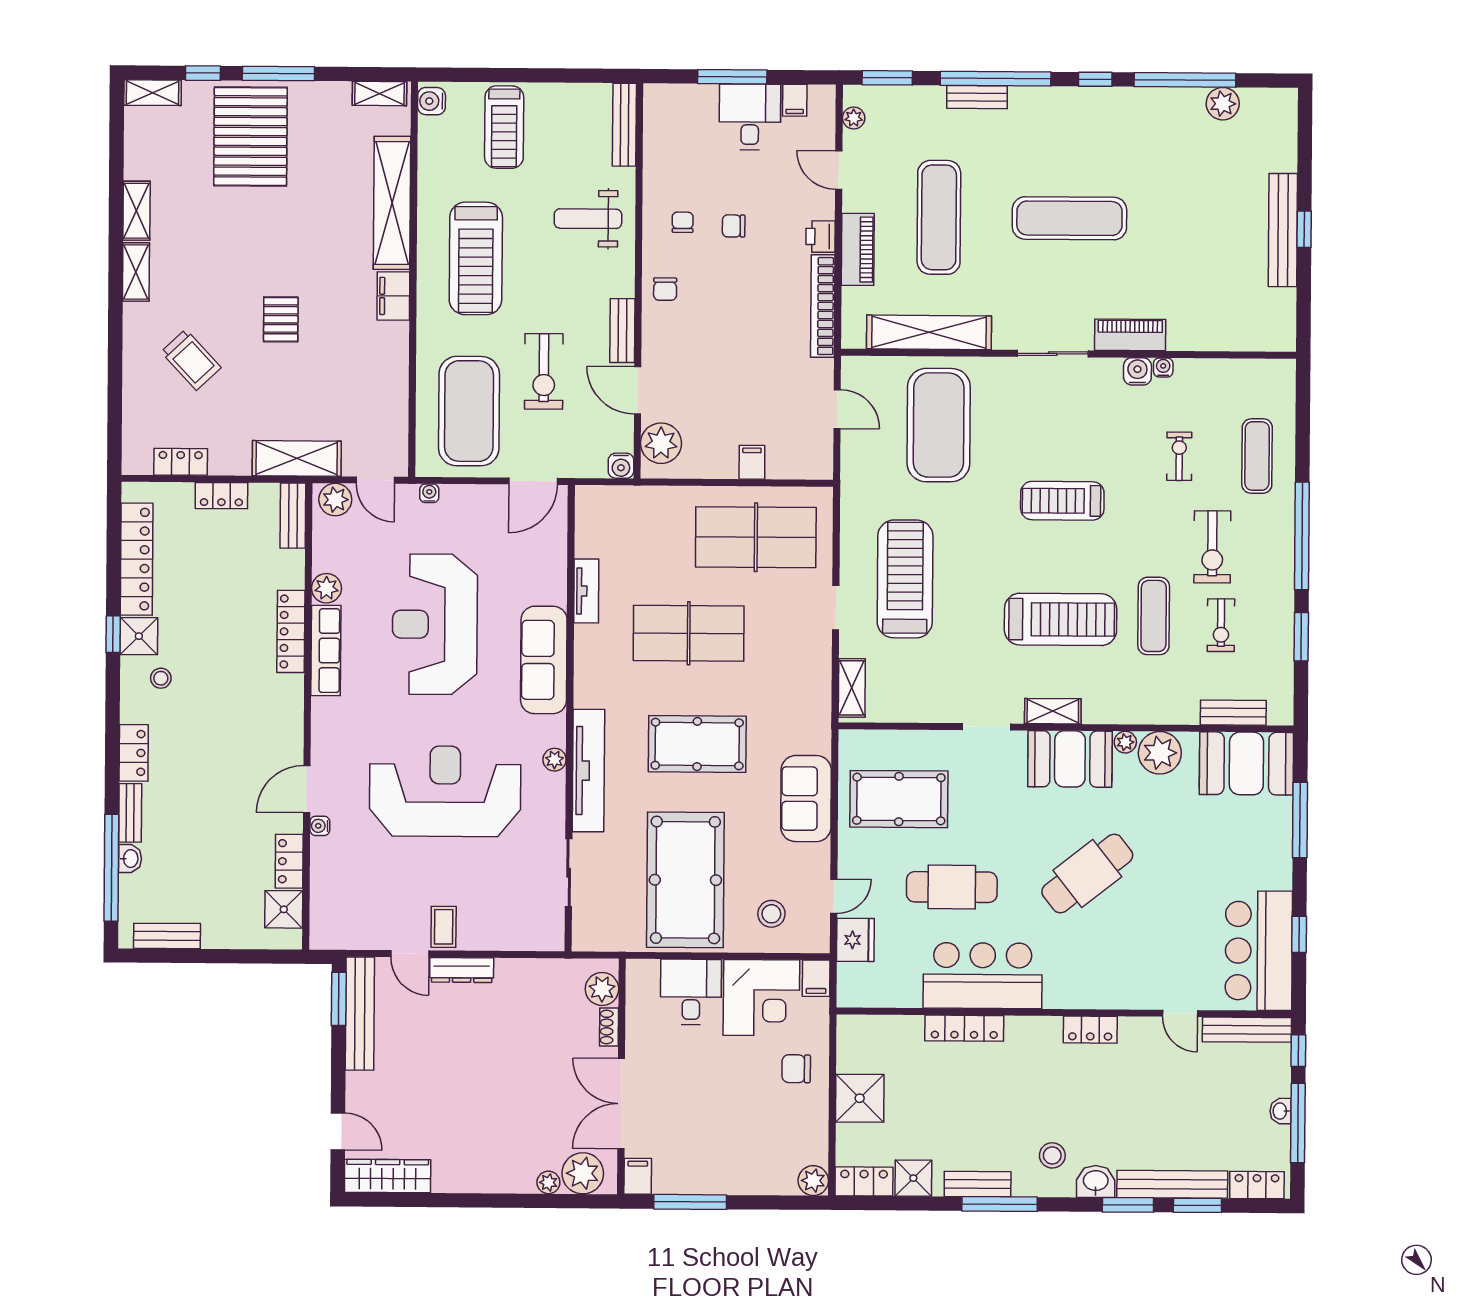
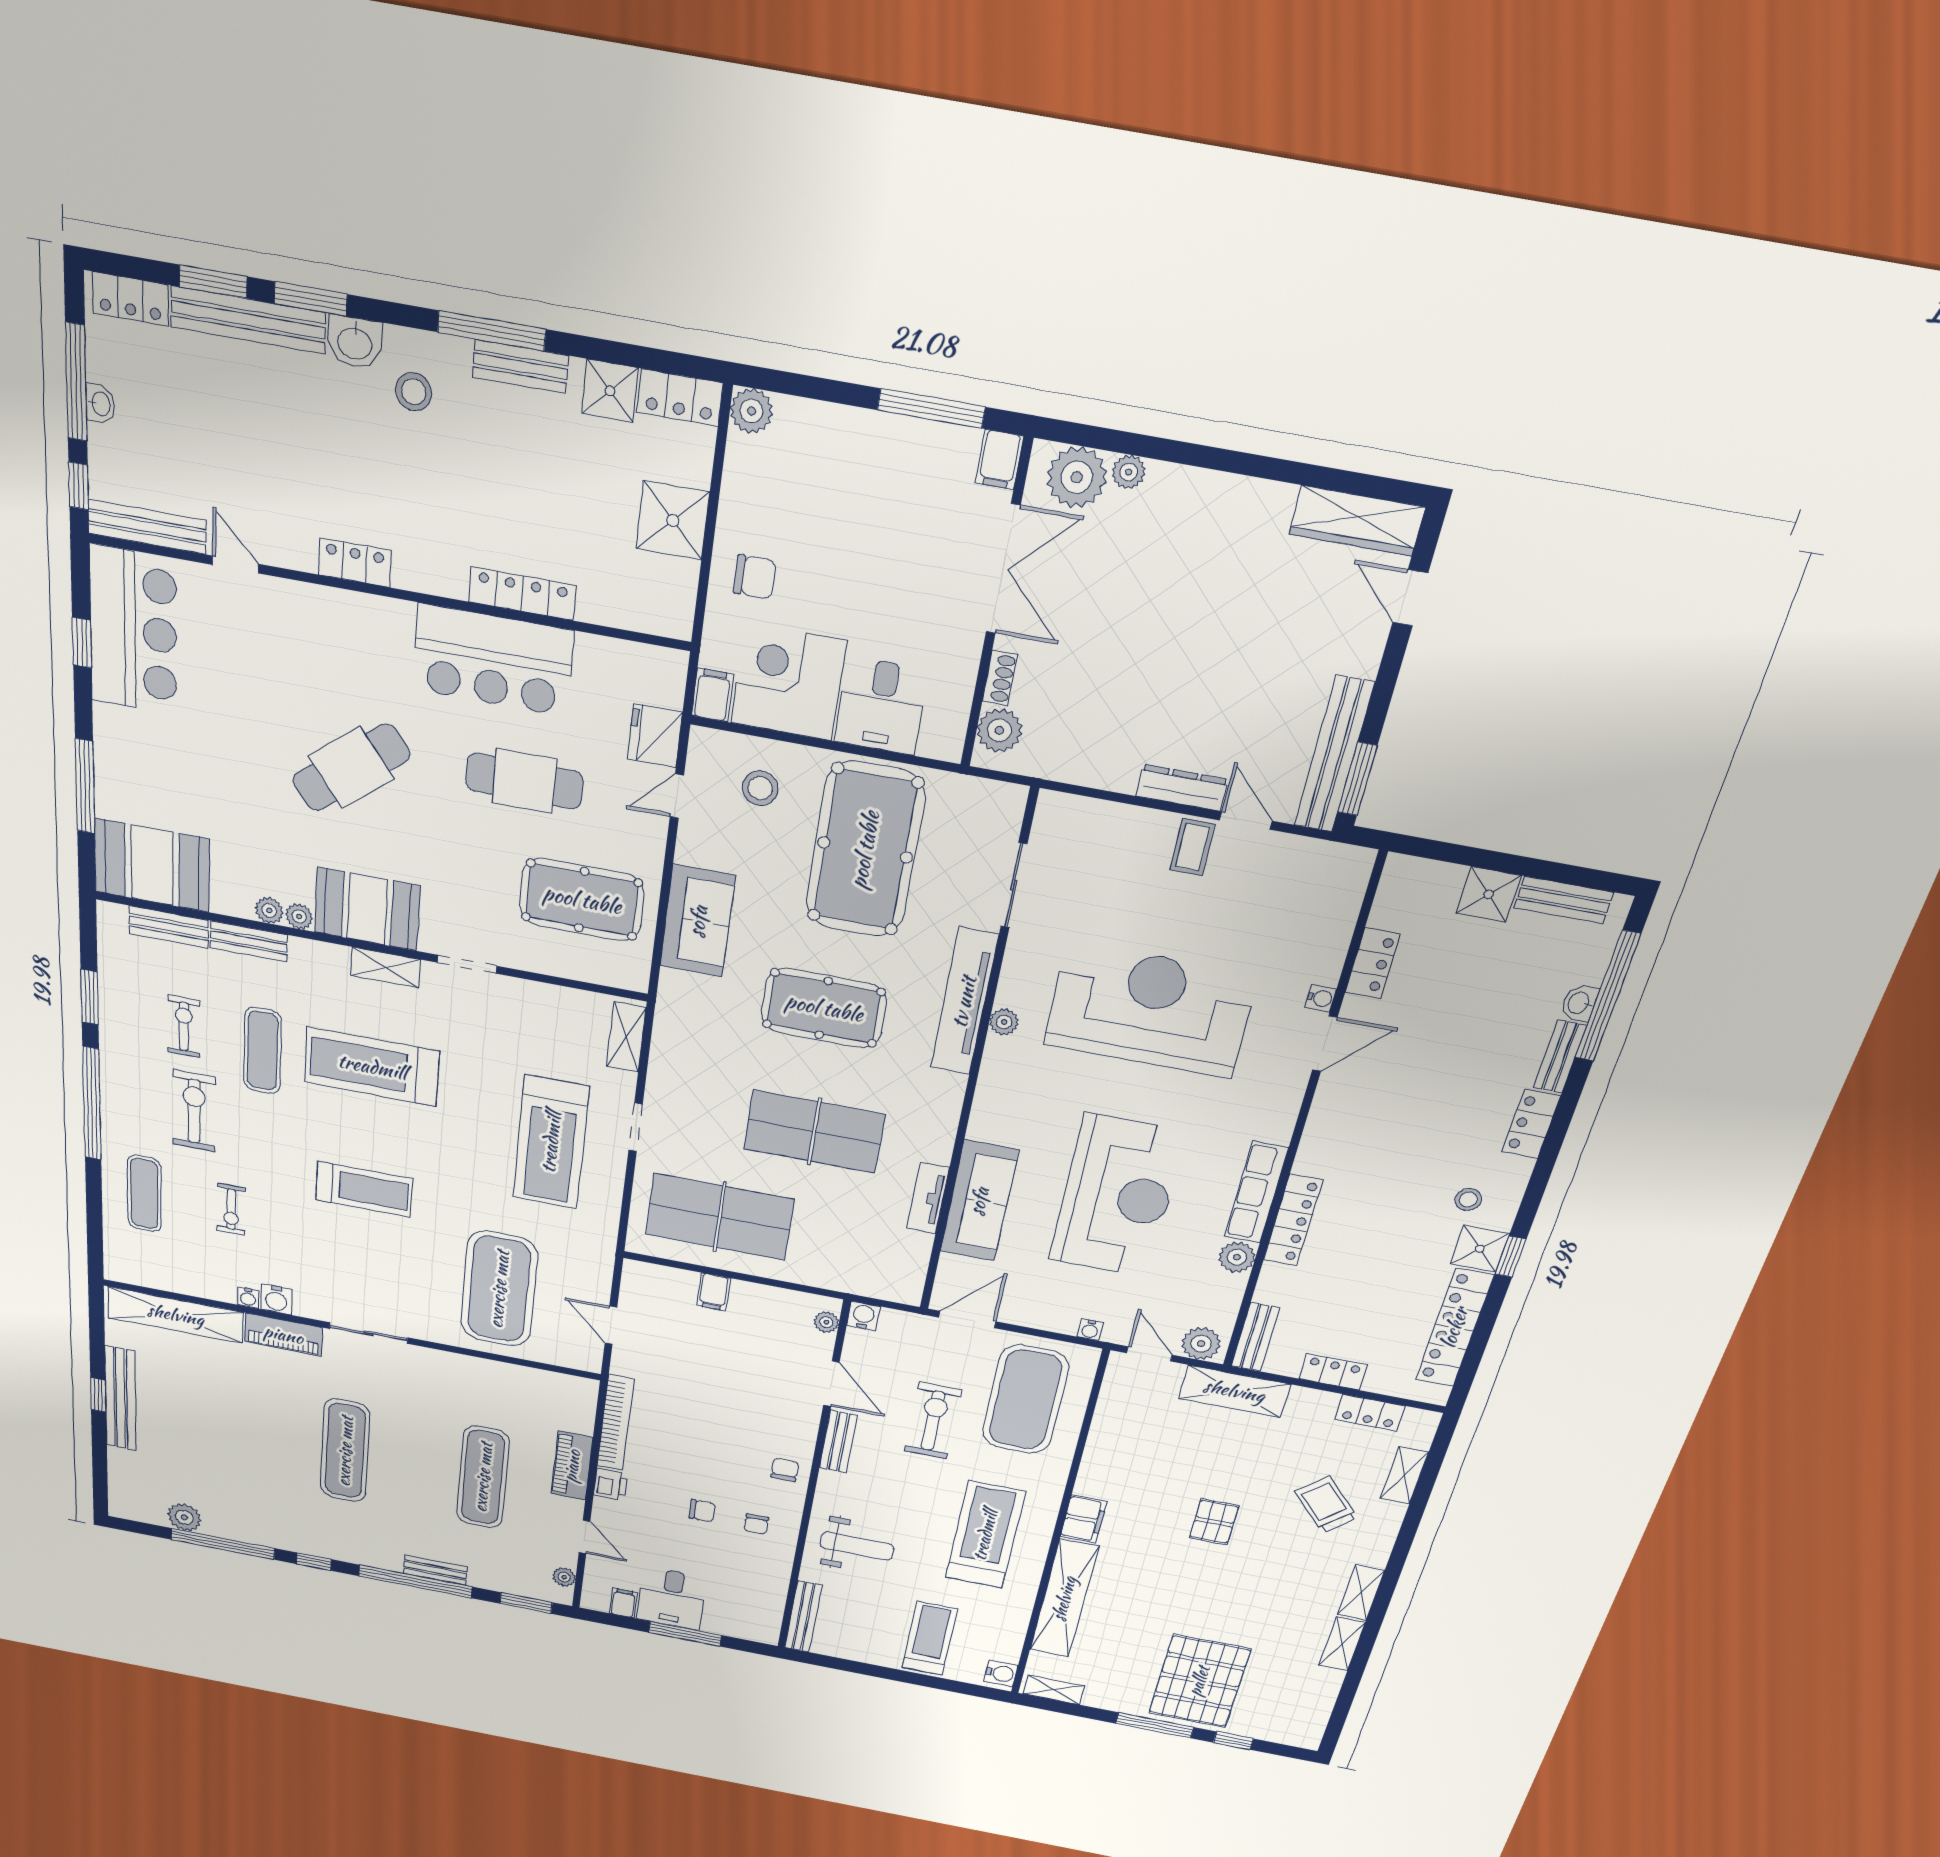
shelving: (153, 93) -> (1404, 1475), moved, turned 90
exercise mat: (1069, 218) -> (345, 1451), turned 90
shelving: (929, 332) -> (175, 1315), moved
plant: (661, 443) -> (826, 1322), width x0.53, depth x0.53
sofa: (544, 660) -> (979, 1201), moved
bench: (1167, 713) -> (249, 941), added
plant: (1160, 753) -> (269, 910), width x0.53, depth x0.53
reception desk: (445, 791) -> (1150, 1010), turned 180
shower: (284, 909) -> (1488, 894), moved

